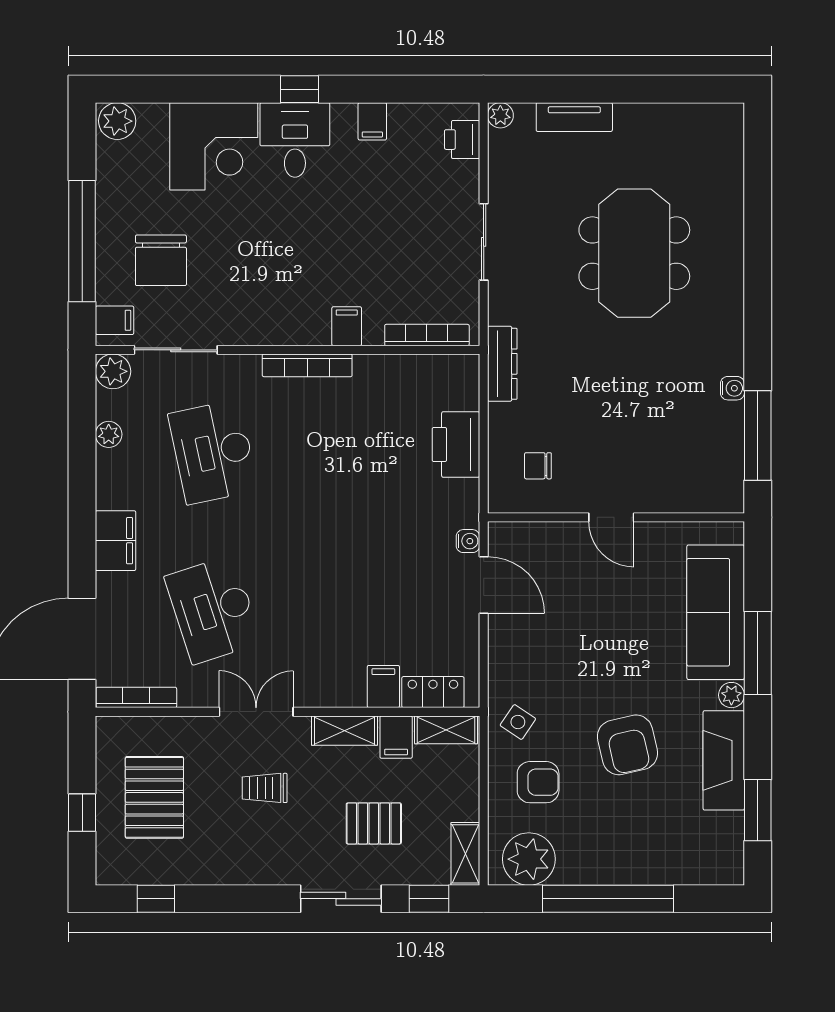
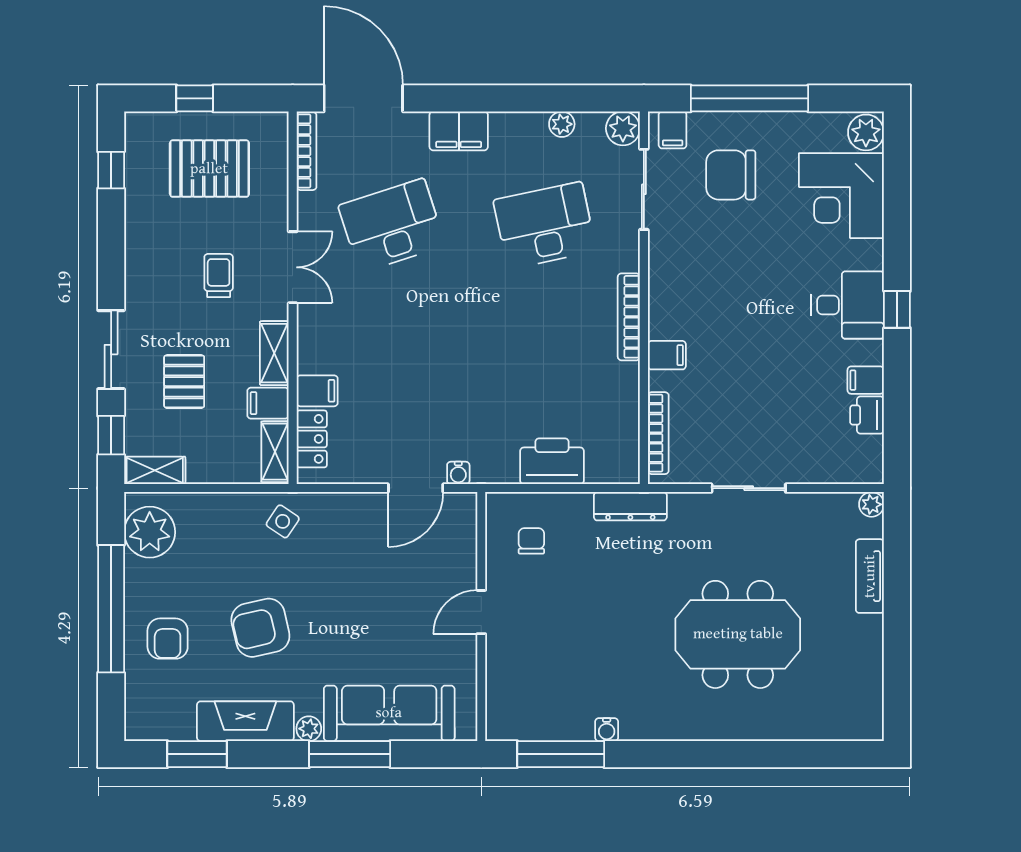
printer: (462, 140) -> (867, 415), moved, turned -90
corner desk: (214, 146) -> (841, 196), moved
armchair: (538, 782) -> (168, 639), moved

